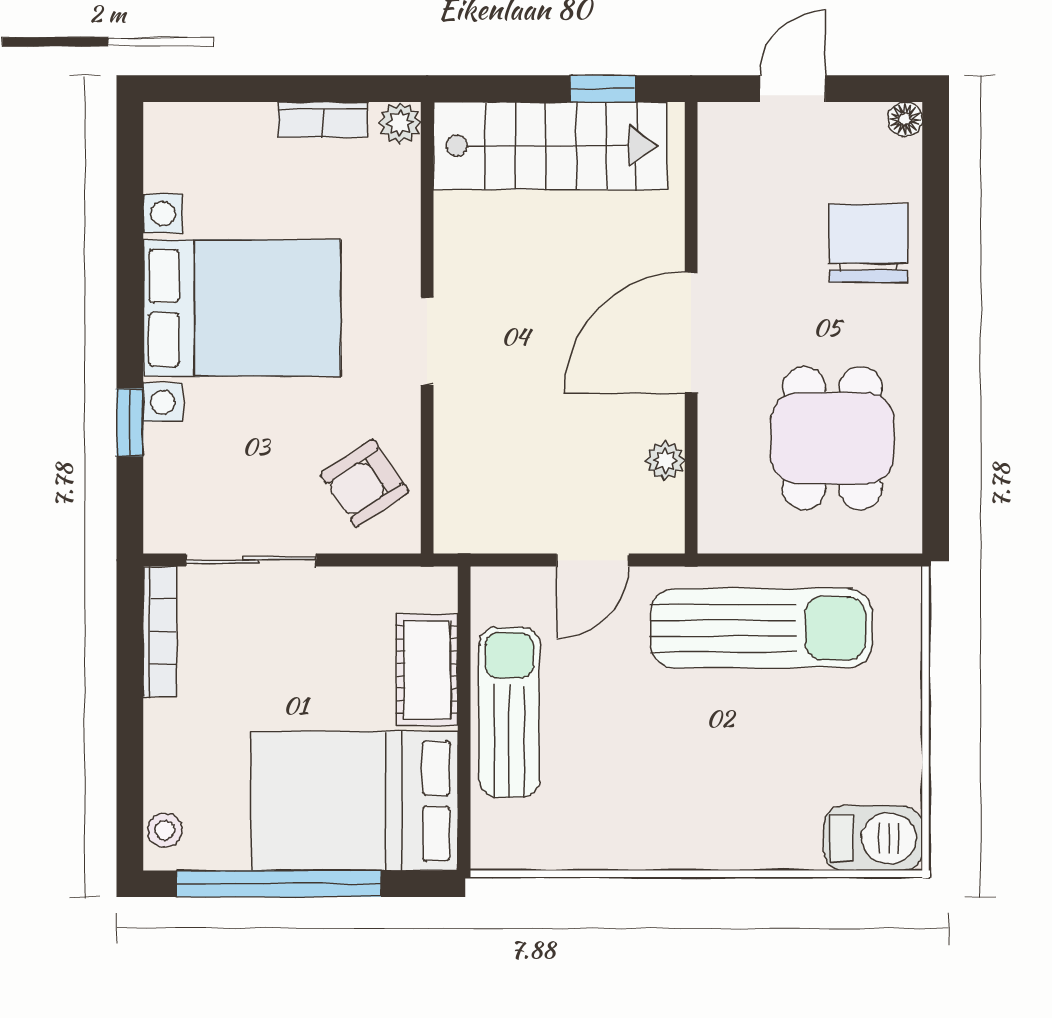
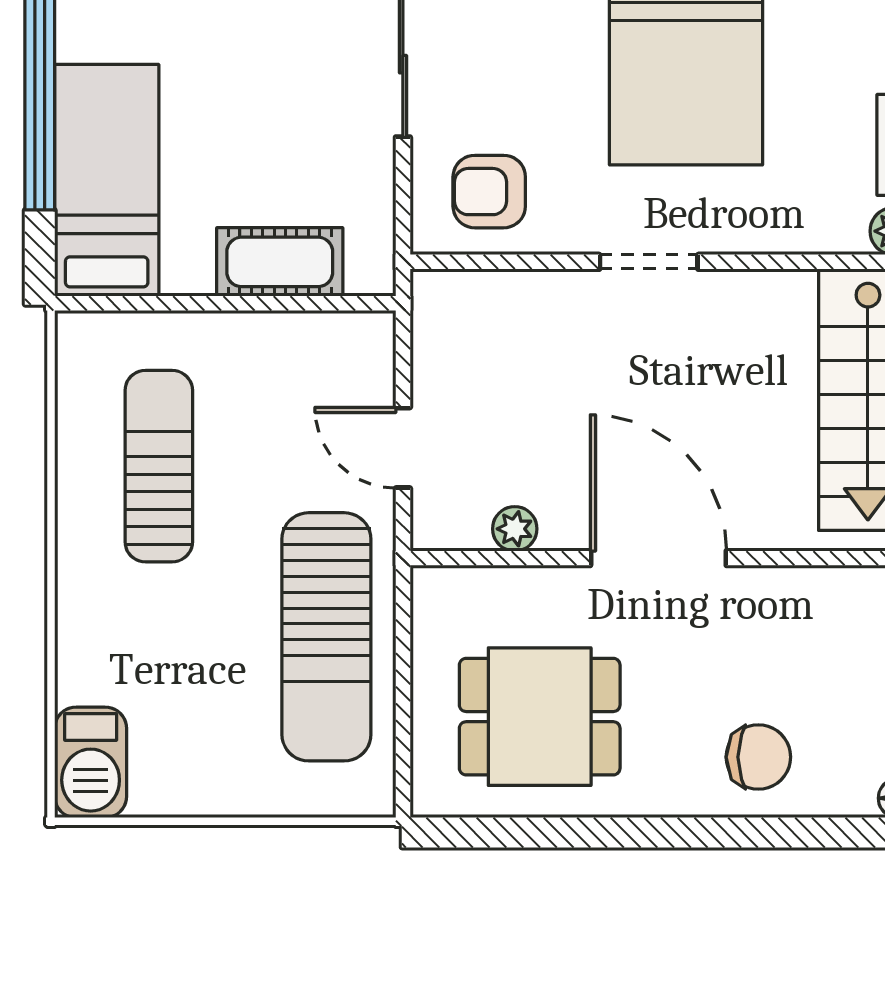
chair: (868, 243) -> (758, 757), width x0.73, depth x0.73
armchair: (365, 483) -> (489, 192), turned -56
sun lounger: (509, 712) -> (159, 466), moved, turned -90
bed: (355, 801) -> (107, 180), width x0.67

